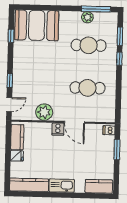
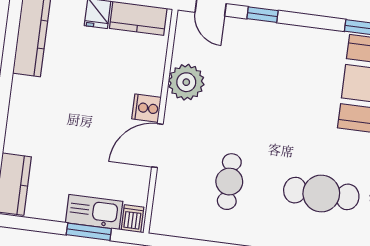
cafe table: (89, 45) -> (321, 194), turned 90
cafe table: (87, 88) -> (229, 182), width x0.73, depth x0.74
kitchen sink: (62, 186) -> (94, 212), moved, turned -90

